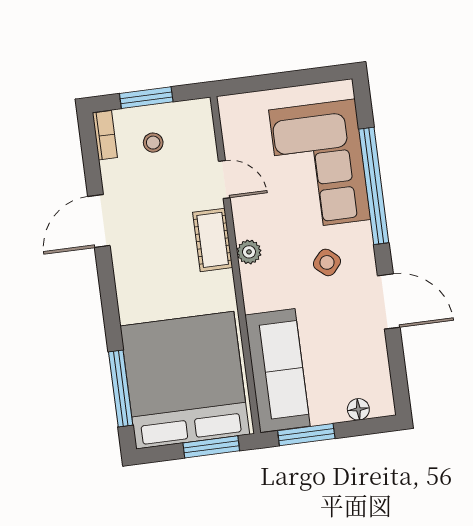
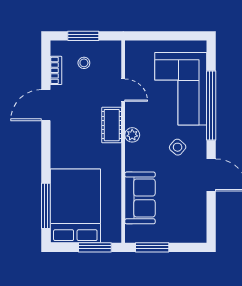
bookcase: (105, 135) -> (56, 70), moved
sofa: (277, 371) -> (140, 198), width x0.73
bed: (185, 380) -> (75, 206), width x0.73
floor lamp: (358, 409) -> (185, 236), removed

